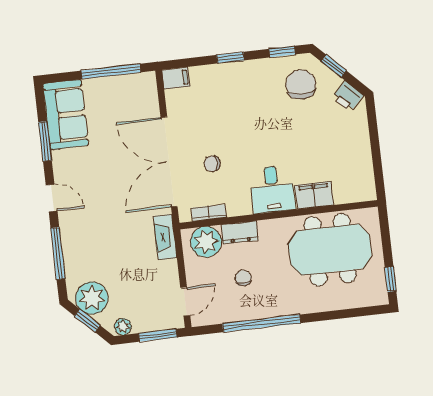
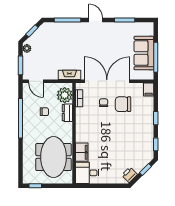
chair: (301, 84) -> (123, 104), moved, turned 180
sofa: (66, 115) -> (144, 53), moved, turned 90
desk: (272, 189) -> (87, 173), moved
door: (52, 198) -> (96, 20), swing flipped
plant: (92, 298) -> (43, 34), removed

